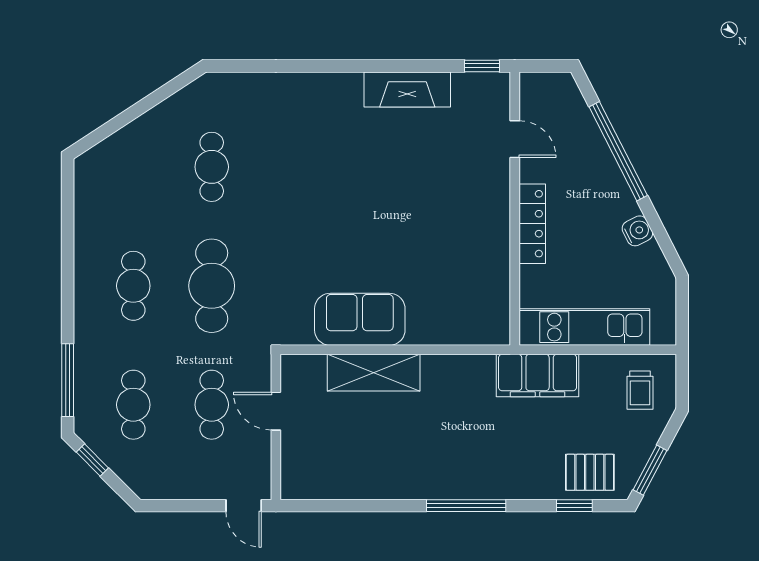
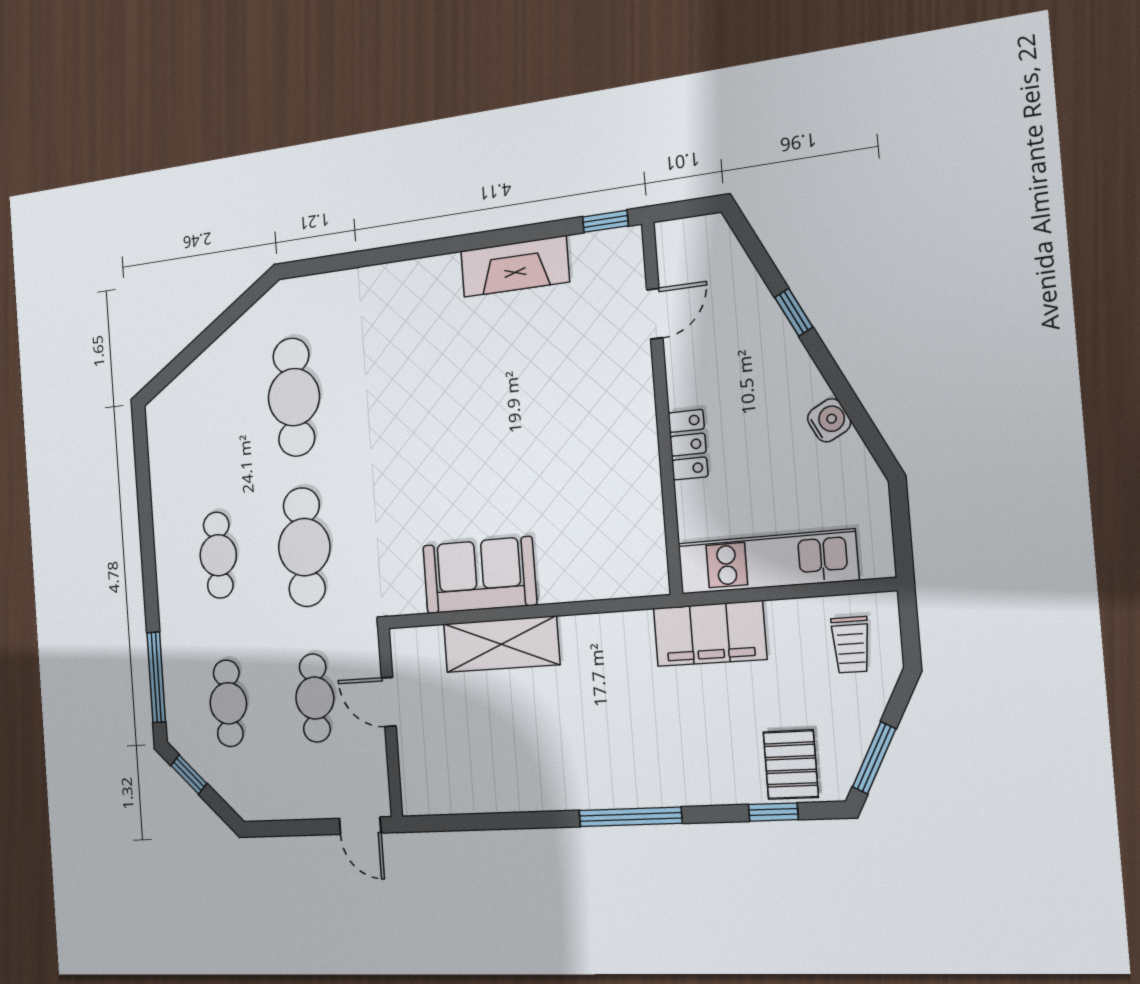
door: (515, 139) -> (655, 314), hinge flipped
window: (618, 151) -> (794, 312), width x0.32
cafe table: (212, 167) -> (294, 397), width x1.37, depth x1.35
locker: (532, 224) -> (688, 445), width x0.66
pallet: (590, 472) -> (791, 765), turned 90

